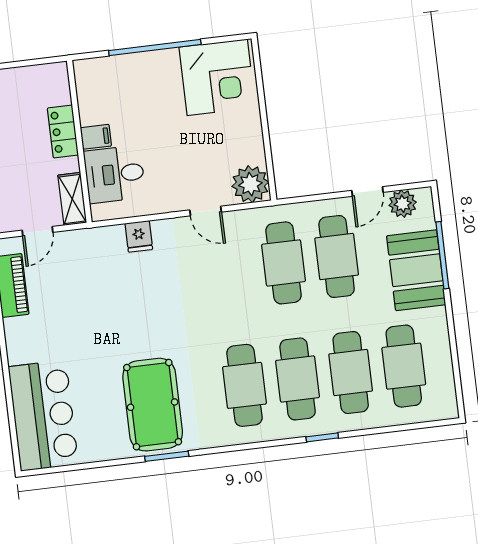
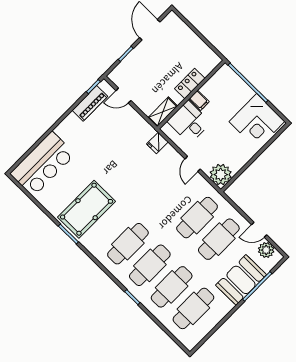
locker: (63, 131) -> (190, 84), moved
filing cabinet: (96, 137) -> (199, 100), moved
wall: (79, 141) -> (191, 95), moved
desk: (115, 174) -> (189, 122), moved
shelving: (72, 199) -> (163, 112), moved

